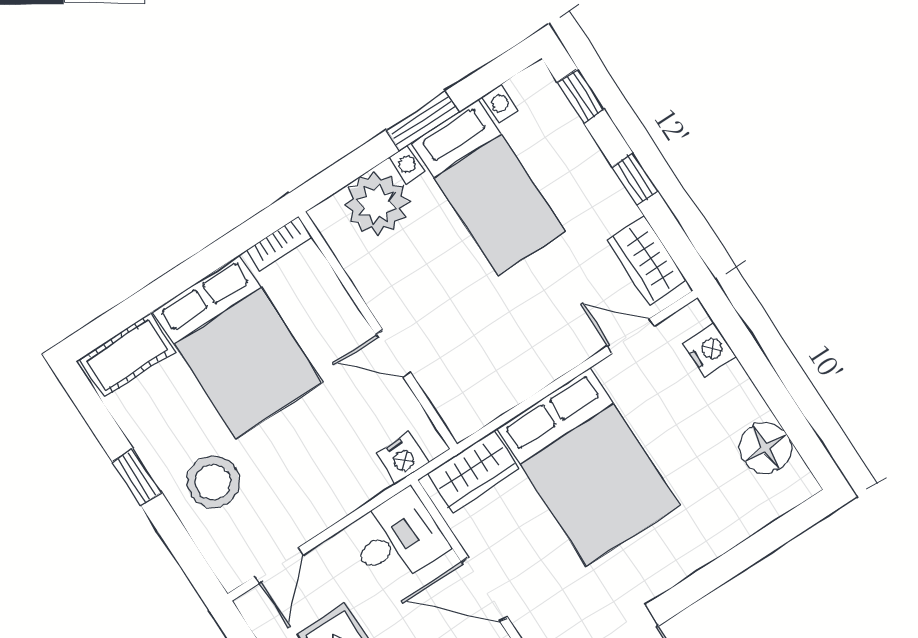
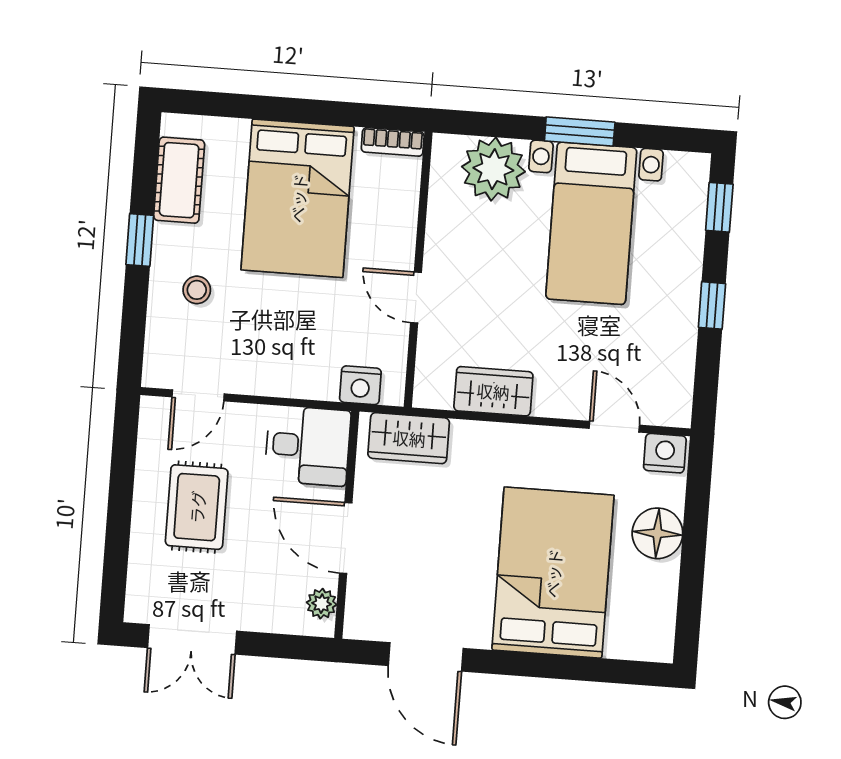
wardrobe: (647, 260) -> (493, 391), moved, turned 90
nightstand: (710, 350) -> (665, 453), moved, turned -90
cot: (127, 355) -> (179, 180), moved, turned 90
floor lamp: (765, 448) -> (657, 533), moved
bed: (588, 467) -> (553, 573), moved, turned 180
stool: (213, 482) -> (197, 290), width x0.53, depth x0.53

